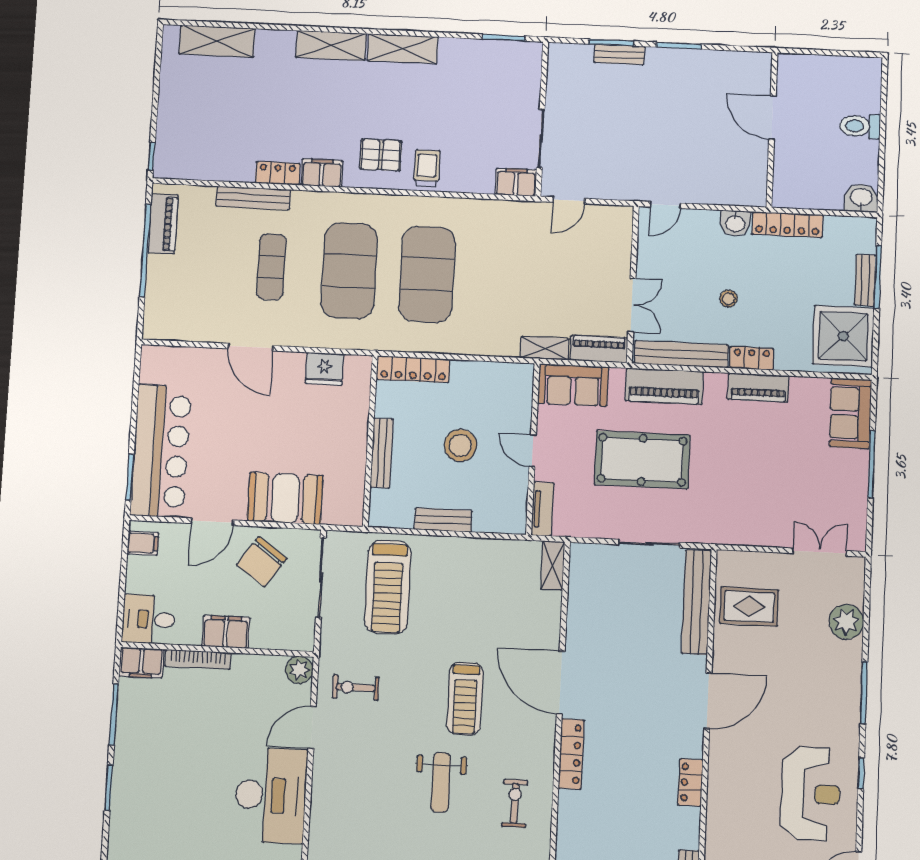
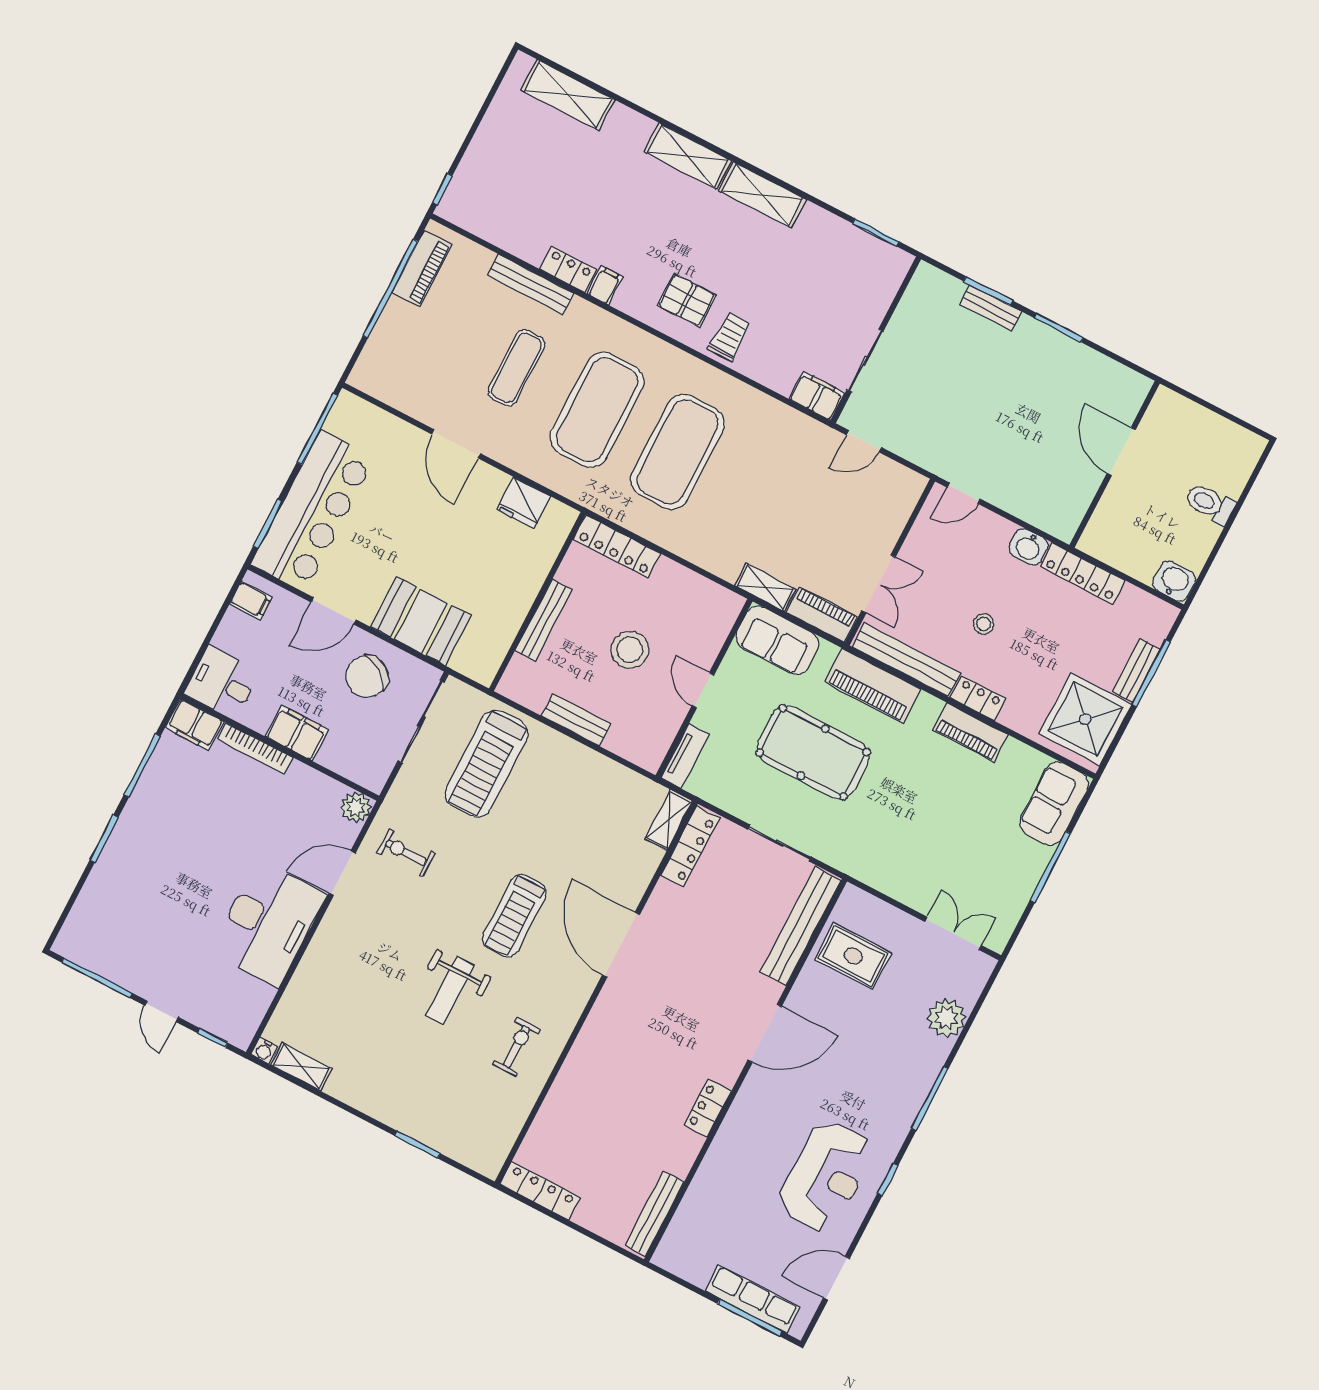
filing cabinet: (322, 173) -> (605, 285), width x0.50
window: (136, 385) -> (317, 429), added
locker: (571, 754) -> (690, 847), moved

